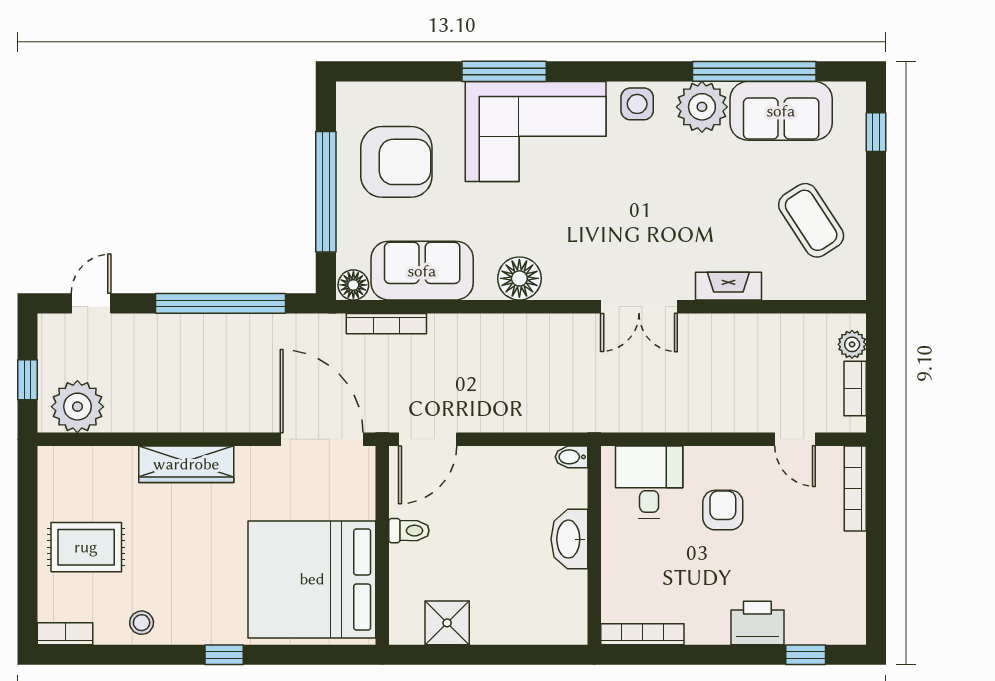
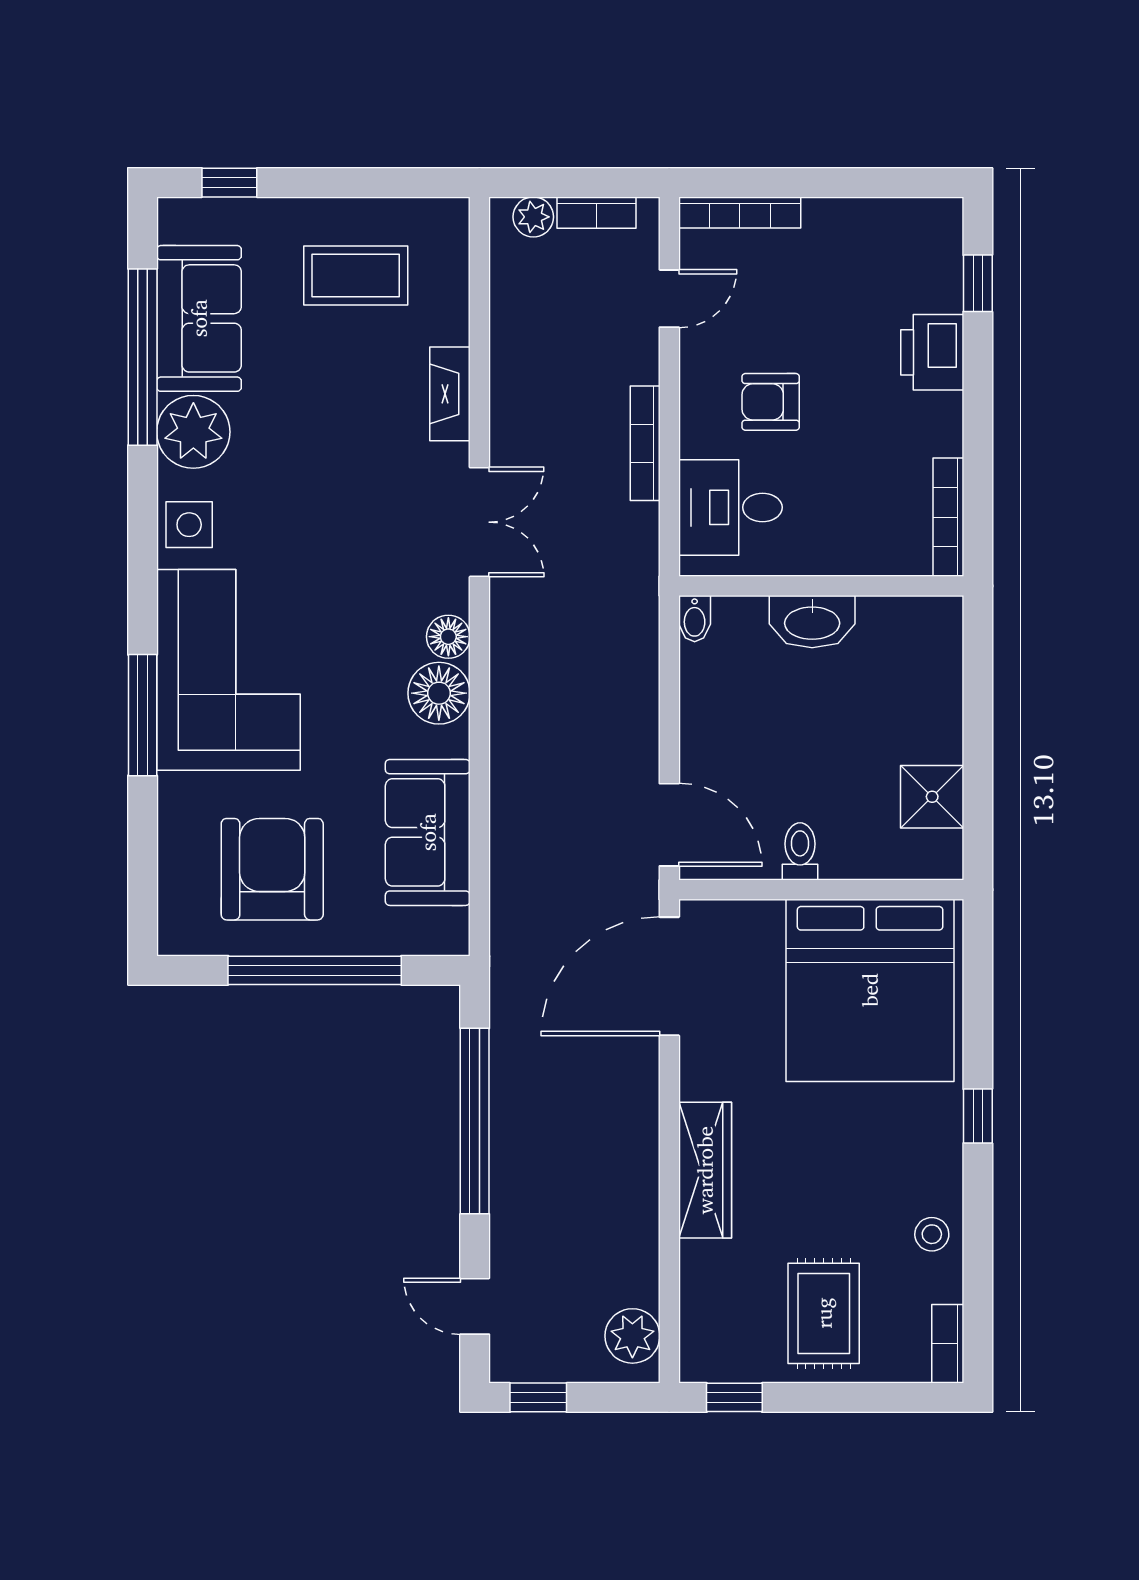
coffee table: (811, 220) -> (356, 276), turned 33
floor lamp: (353, 285) -> (448, 637), moved
bookcase: (386, 324) -> (645, 443), moved, turned 180
window: (28, 380) -> (538, 1397), moved
plant: (77, 407) -> (632, 1336), width x0.73, depth x0.73
window: (28, 485) -> (734, 1397), added

